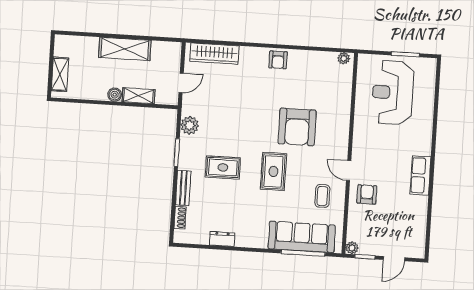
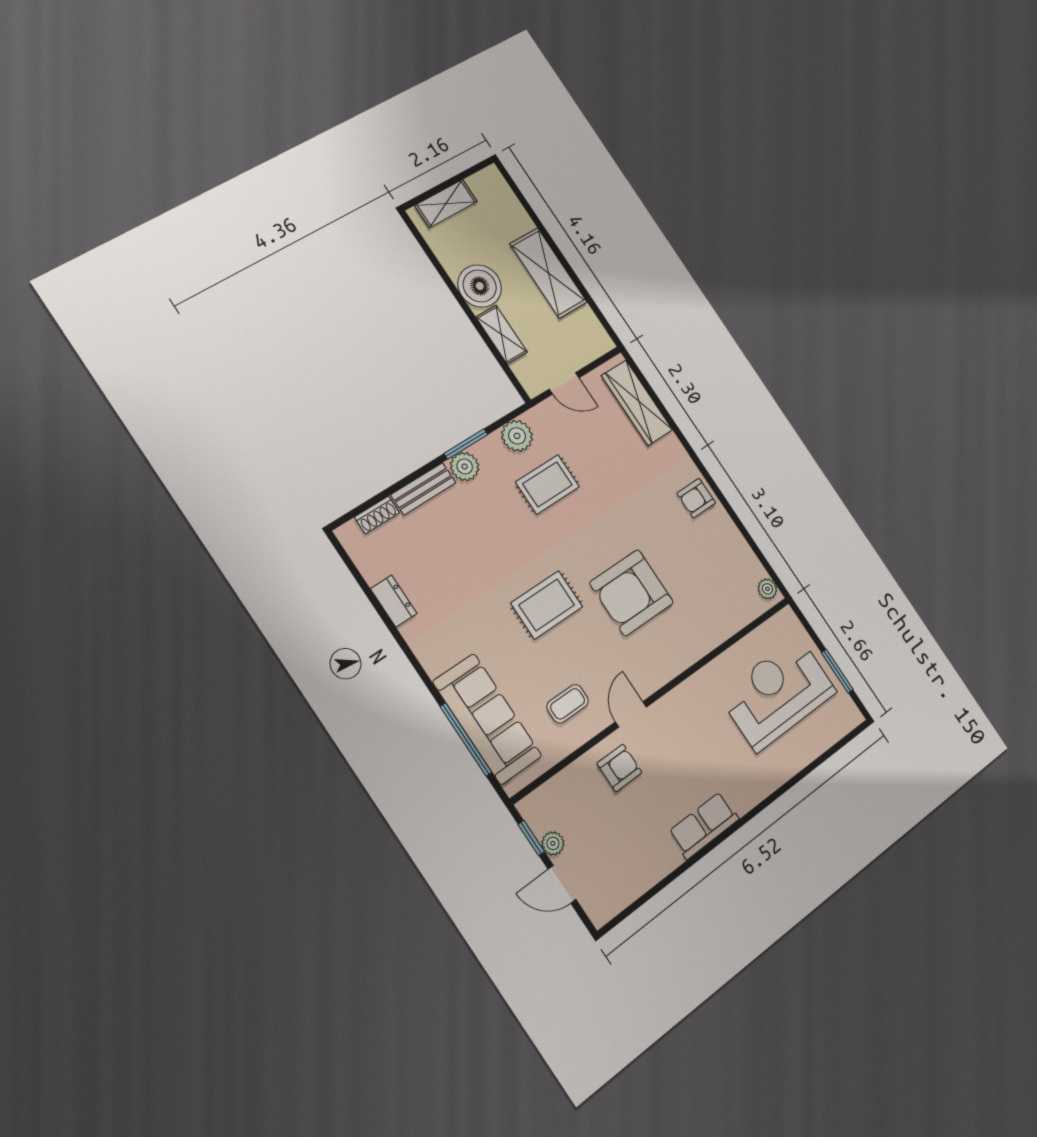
boiler: (115, 95) -> (480, 286), width x1.86, depth x1.86
plant: (186, 161) -> (465, 466), added
rug: (223, 167) -> (547, 484), moved, turned 90
plant: (352, 248) -> (553, 843), moved

